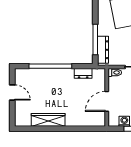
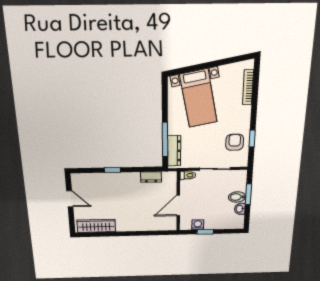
window: (50, 66) -> (112, 170), width x0.32
wardrobe: (48, 120) -> (96, 226), moved

